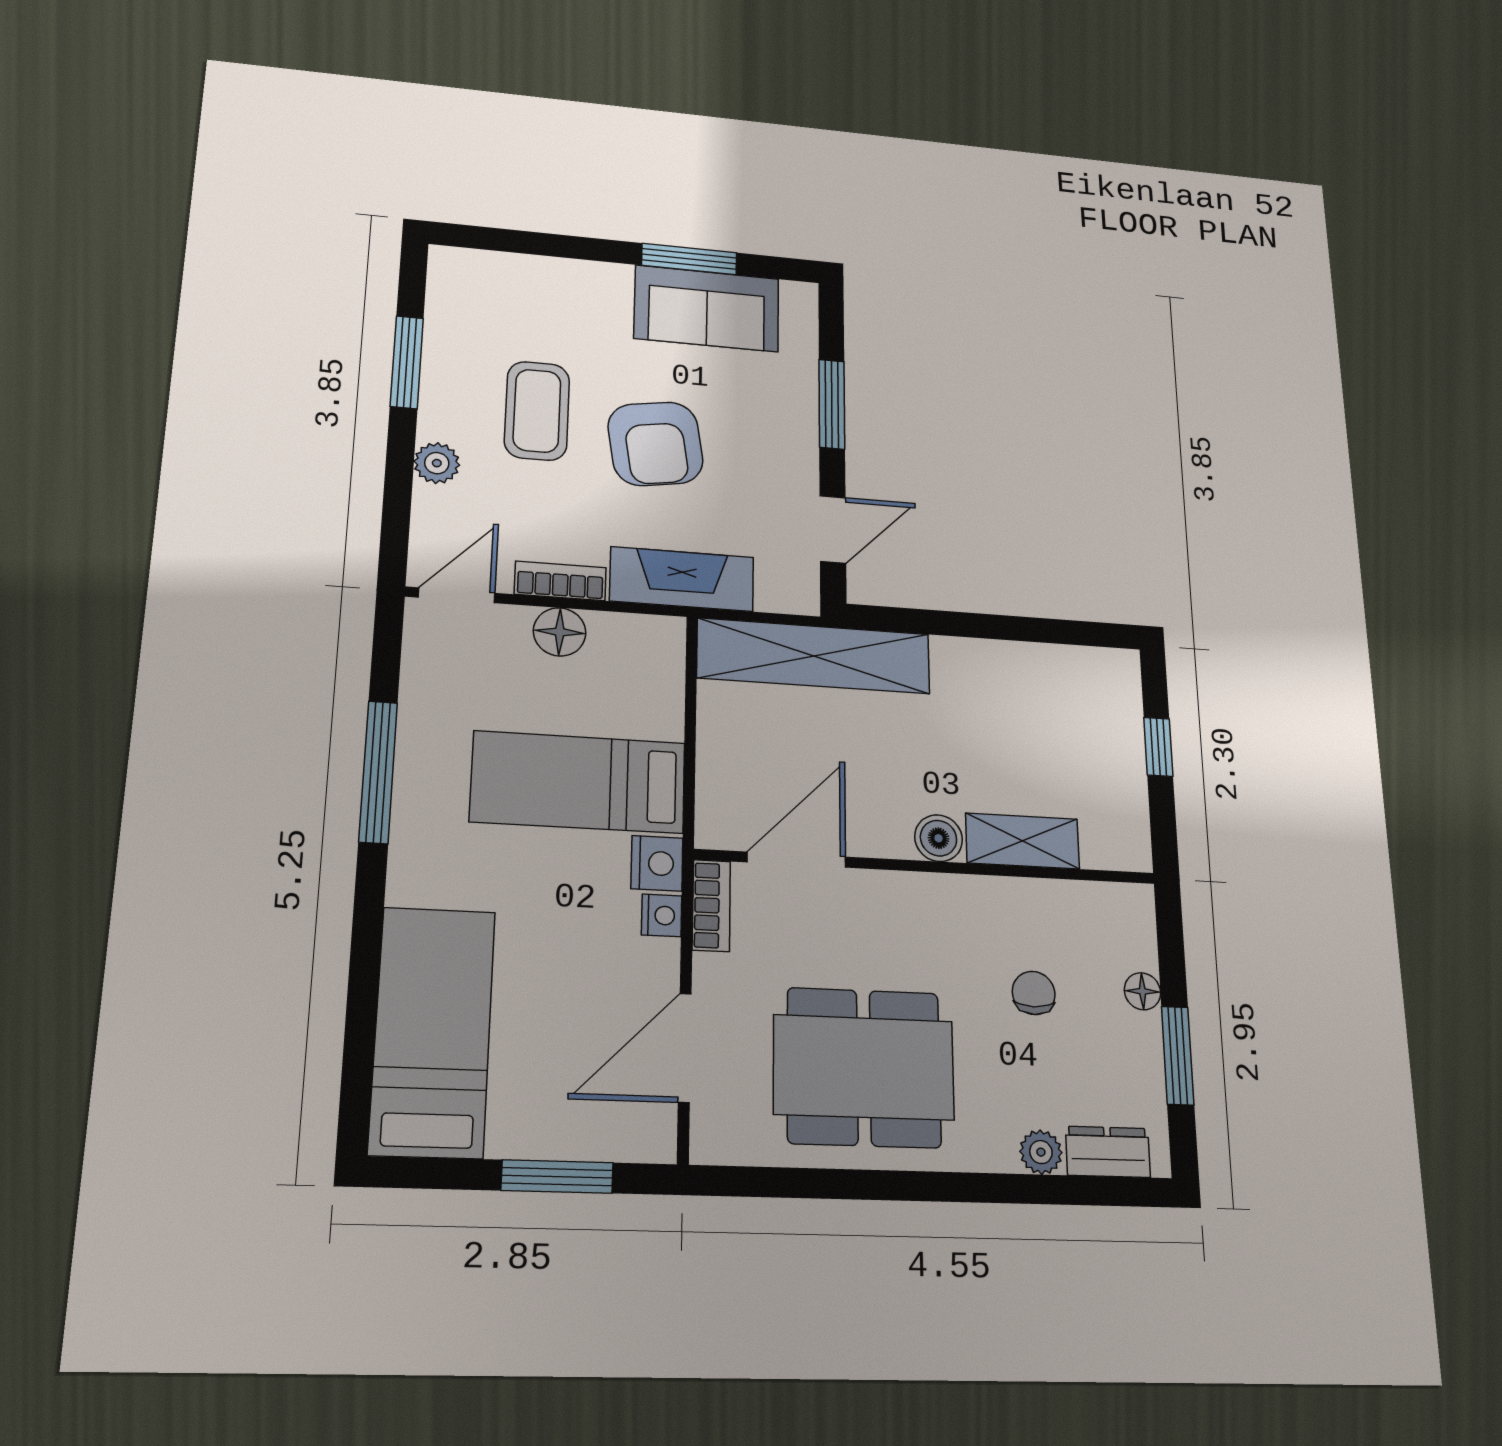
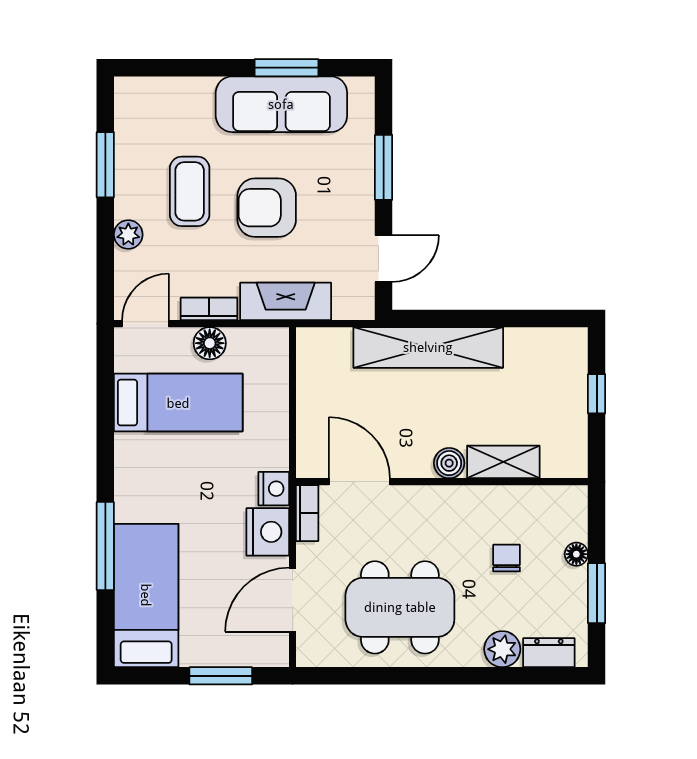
sofa: (707, 308) -> (281, 104), width x1.36
armchair: (655, 444) -> (267, 208), turned 99
shelving: (814, 656) -> (428, 347), moved
window: (378, 772) -> (105, 546), moved
bed: (578, 782) -> (178, 403), moved, turned 180
door: (796, 860) -> (359, 482), hinge flipped
nightstand: (662, 915) -> (268, 532), width x1.89, depth x1.79
plant: (1041, 1152) -> (502, 649), width x1.38, depth x1.38

